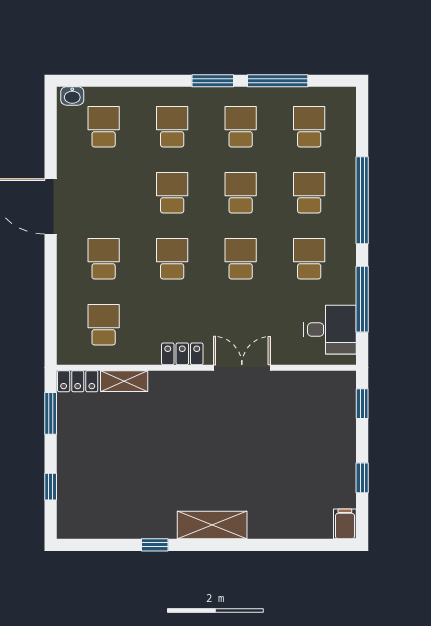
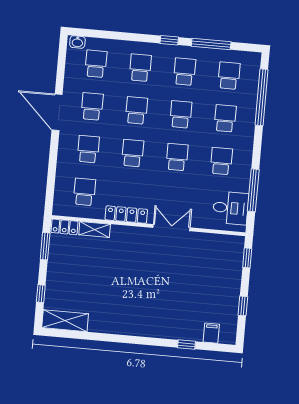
window: (213, 81) -> (169, 40), width x0.67
school desk: (104, 193) -> (92, 106), added
window: (362, 200) -> (262, 97), moved
locker: (182, 354) -> (126, 215), width x1.53
filing cabinet: (345, 524) -> (211, 333), moved
shelving: (212, 525) -> (65, 321), moved
window: (155, 545) -> (187, 345), moved

